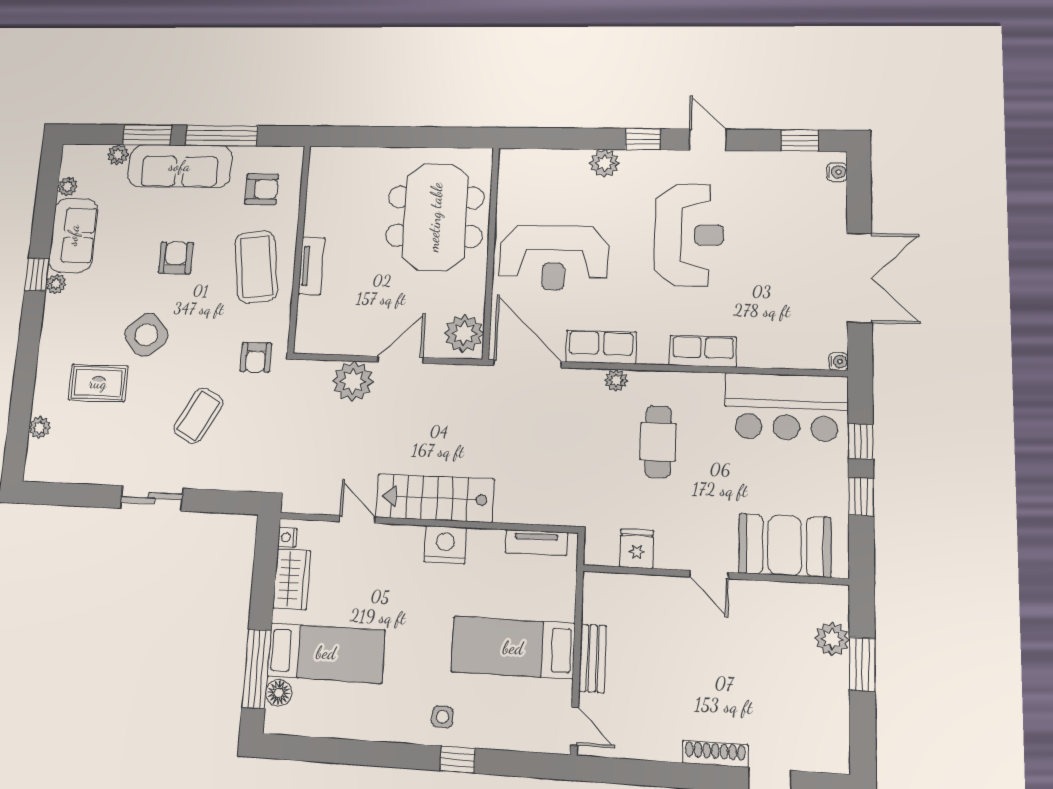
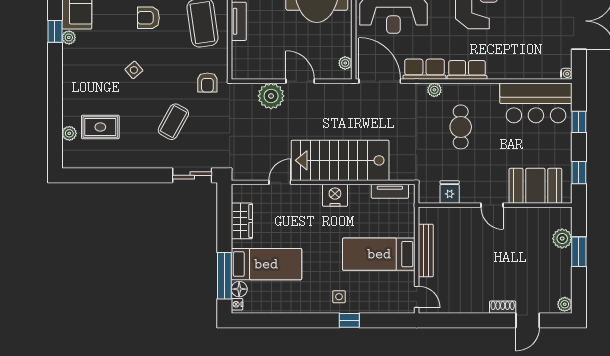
armchair: (176, 258) -> (148, 18), turned -90
plant: (464, 333) -> (345, 63), width x0.53, depth x0.53
side table: (146, 335) -> (134, 70), width x0.54, depth x0.54
row of seats: (703, 351) -> (467, 70), moved
door: (400, 360) -> (300, 81), hinge flipped
rug: (98, 383) -> (100, 127), moved
window: (861, 497) -> (579, 173), moved
sliding door: (152, 498) -> (192, 175), moved
stairs: (435, 498) -> (340, 160), width x1.36, depth x1.51
door: (357, 519) -> (280, 182), hinge flipped
nightstand: (287, 537) -> (237, 304), moved
bench: (593, 658) -> (426, 251), width x1.36
shoe rack: (715, 754) -> (503, 307), width x0.70
plant: (837, 757) -> (565, 304), added

